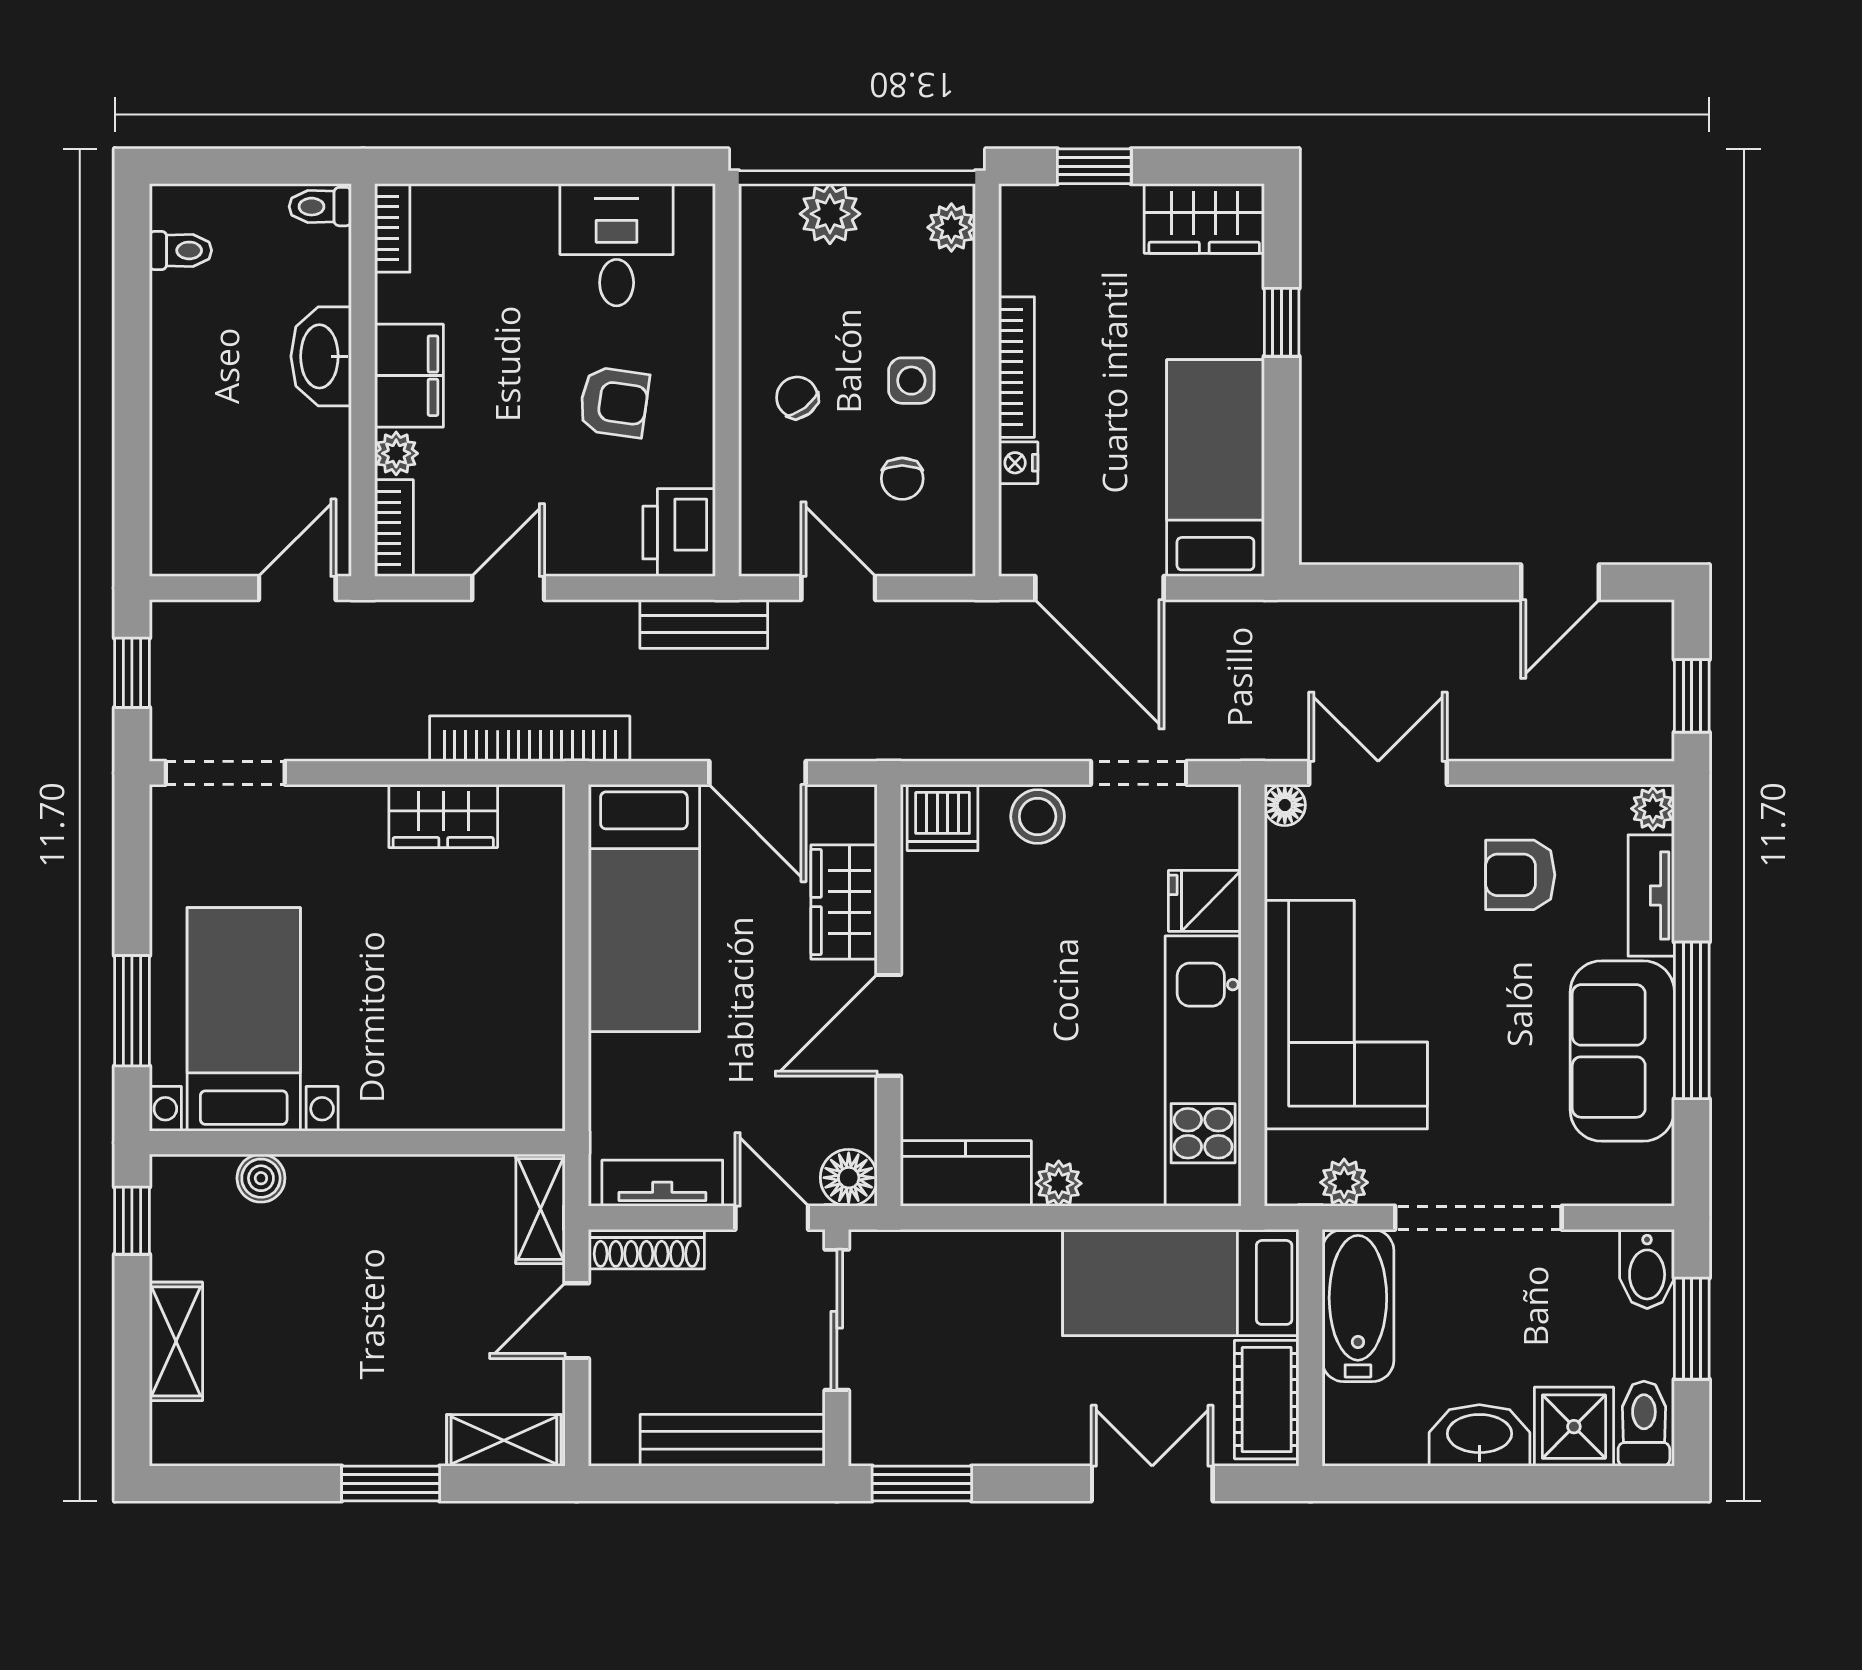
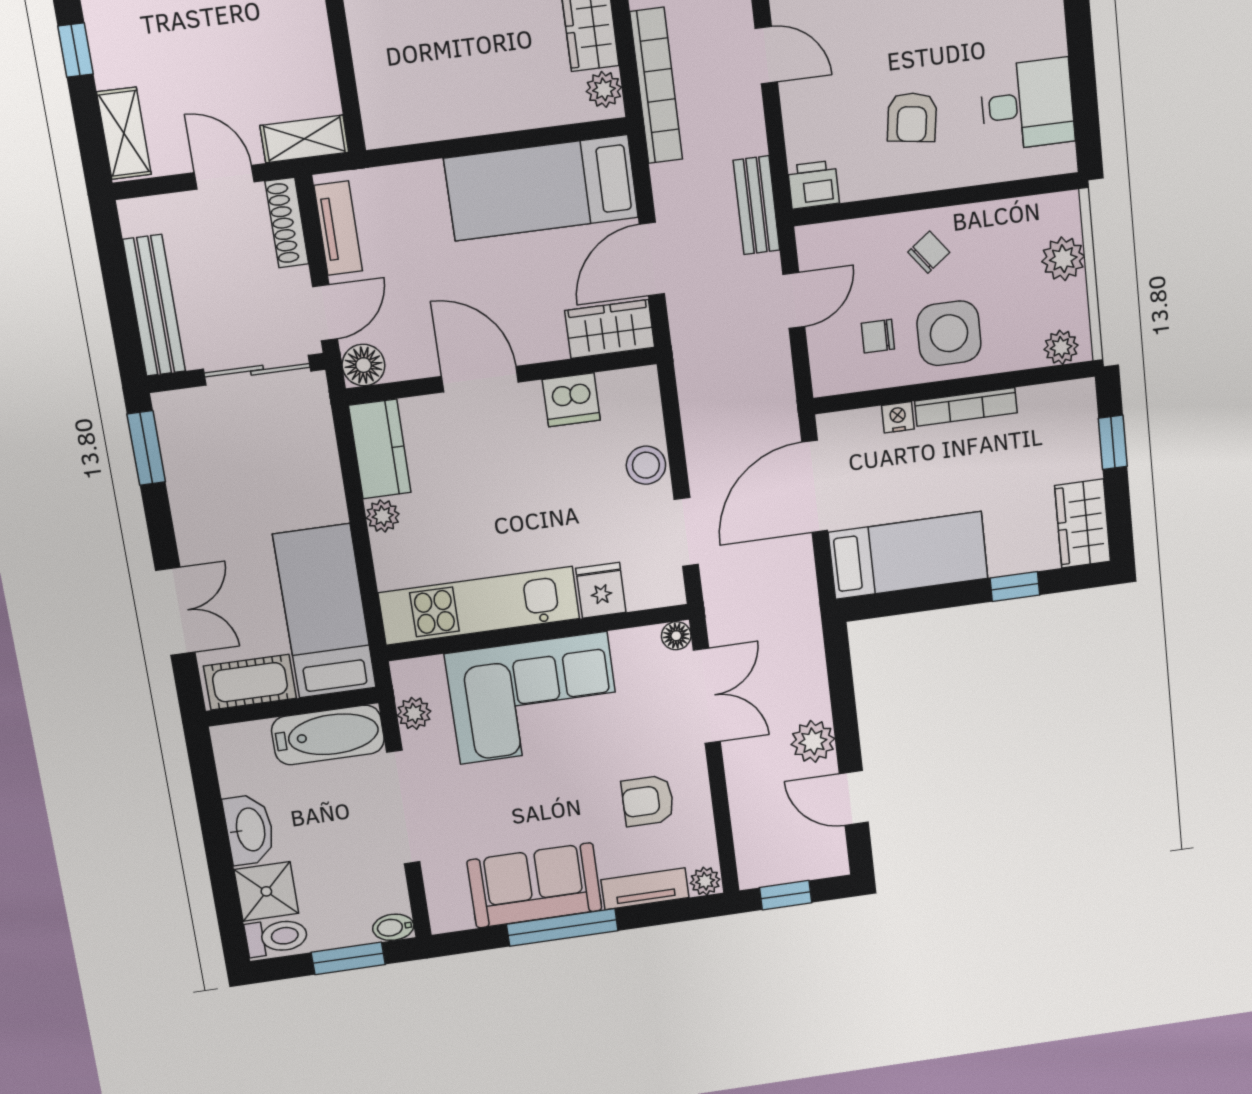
side table: (911, 381) -> (949, 333), width x1.87, depth x1.87
printer: (679, 533) -> (813, 185), width x0.73, depth x0.81
plant: (1467, 631) -> (813, 741), added
plant: (526, 808) -> (604, 89), added
dishwasher: (943, 818) -> (571, 400), moved, turned -90
armchair: (1520, 875) -> (648, 801), turned -90
wardrobe: (844, 902) -> (610, 329), moved
bidet: (1647, 1269) -> (393, 927), width x0.72, depth x0.74
window: (391, 1483) -> (75, 50), width x0.67

